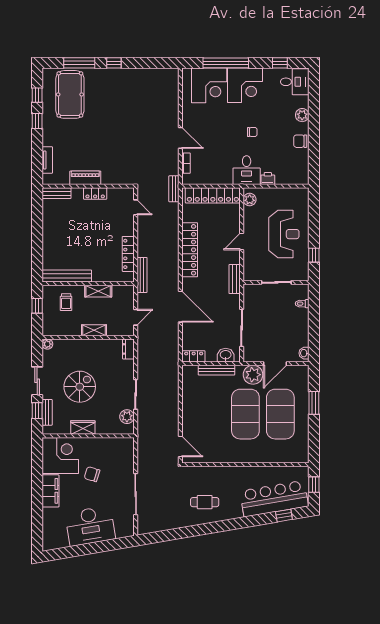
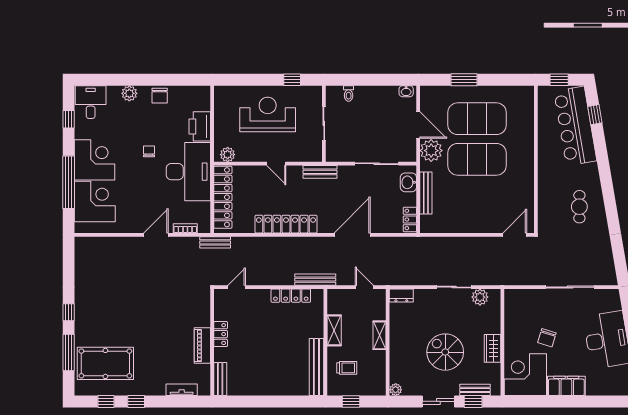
desk: (247, 170) -> (188, 172), width x1.87, depth x1.30
printer: (268, 179) -> (200, 126), width x1.87, depth x1.48

